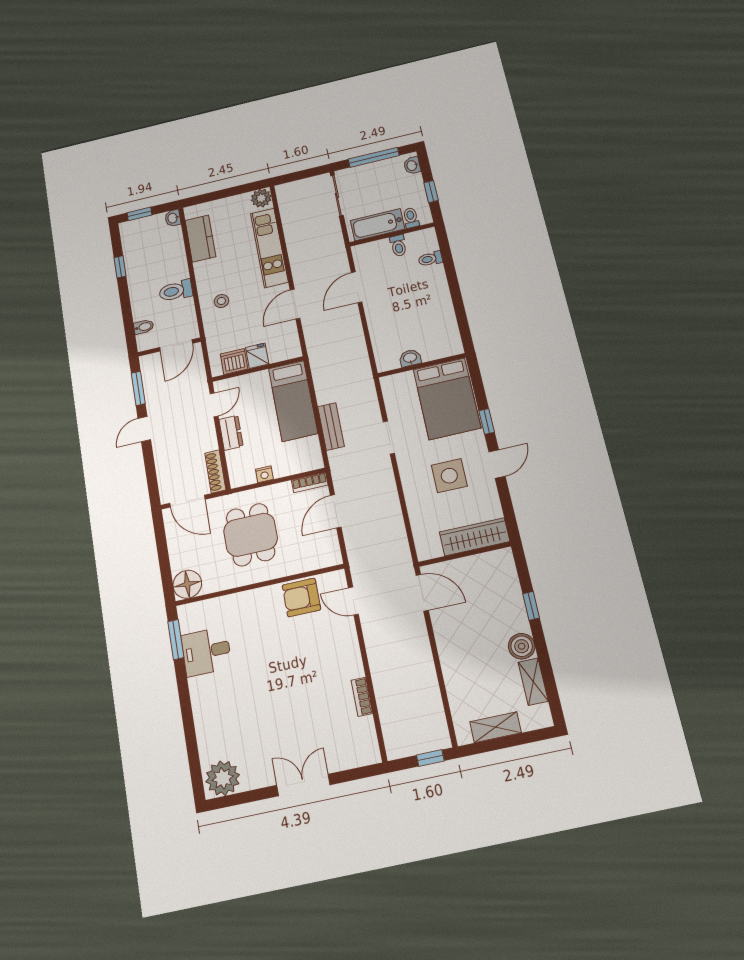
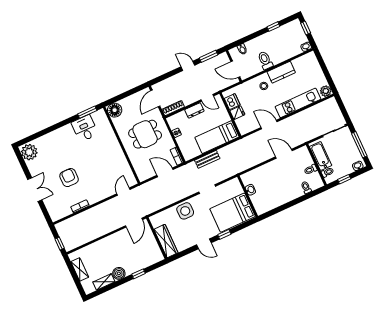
kitchen counter: (200, 239) -> (281, 72), moved
side table: (449, 476) -> (185, 211), moved
armchair: (301, 597) -> (69, 178), moved

